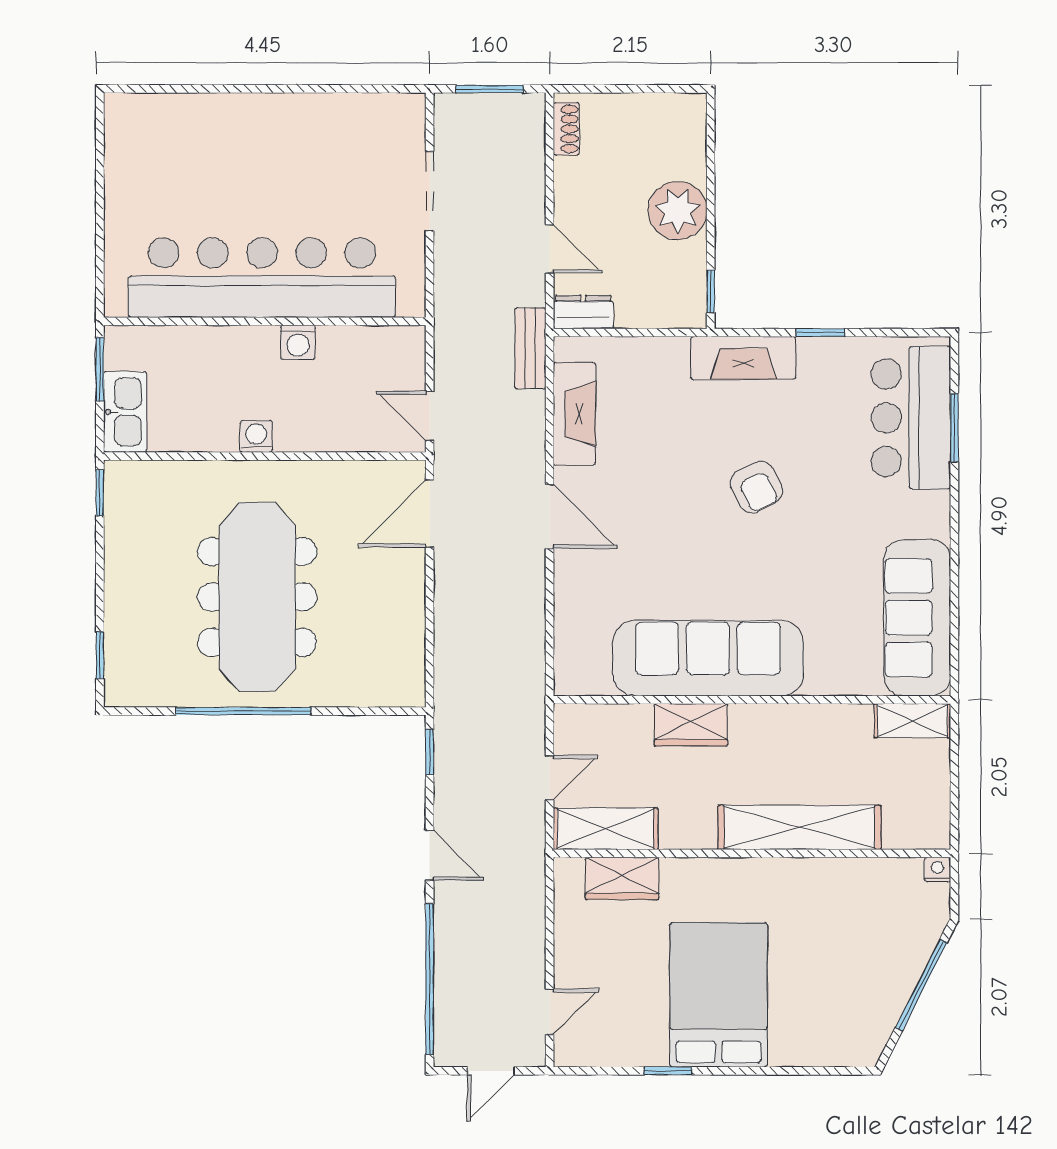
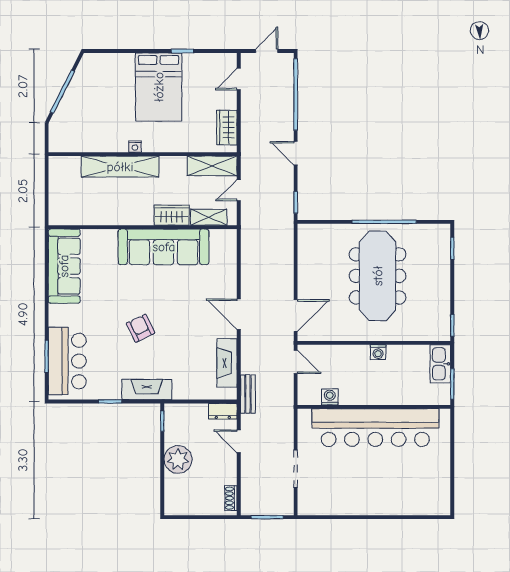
washing machine: (298, 342) -> (330, 397), moved
shelving: (912, 721) -> (209, 217), moved
nightstand: (938, 869) -> (135, 147), moved
wardrobe: (622, 878) -> (227, 128), moved, turned -90

